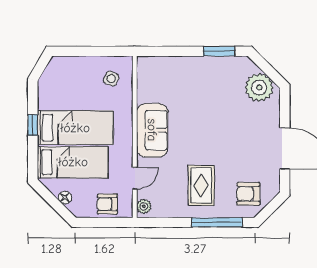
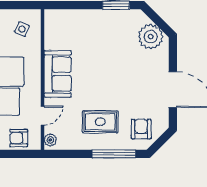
rug: (201, 185) -> (100, 122), turned 90
armchair: (248, 194) -> (141, 129), turned 90

